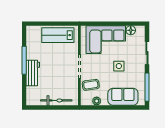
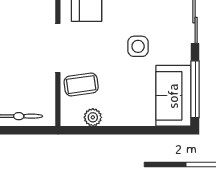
sofa: (123, 97) -> (173, 96), moved, turned -90

